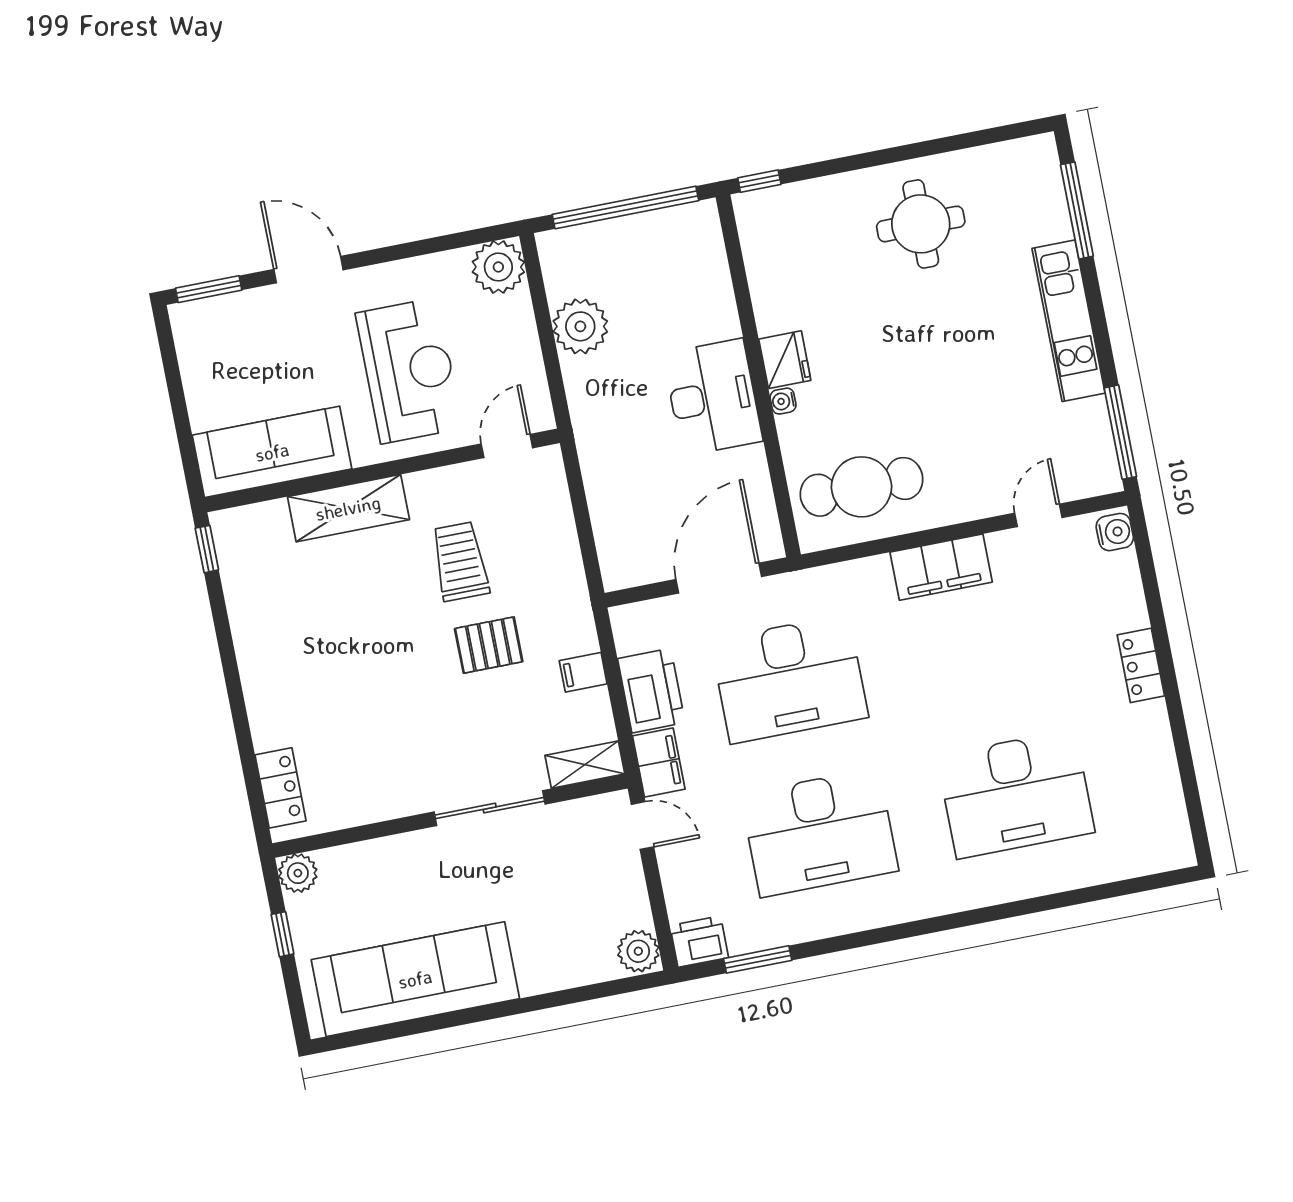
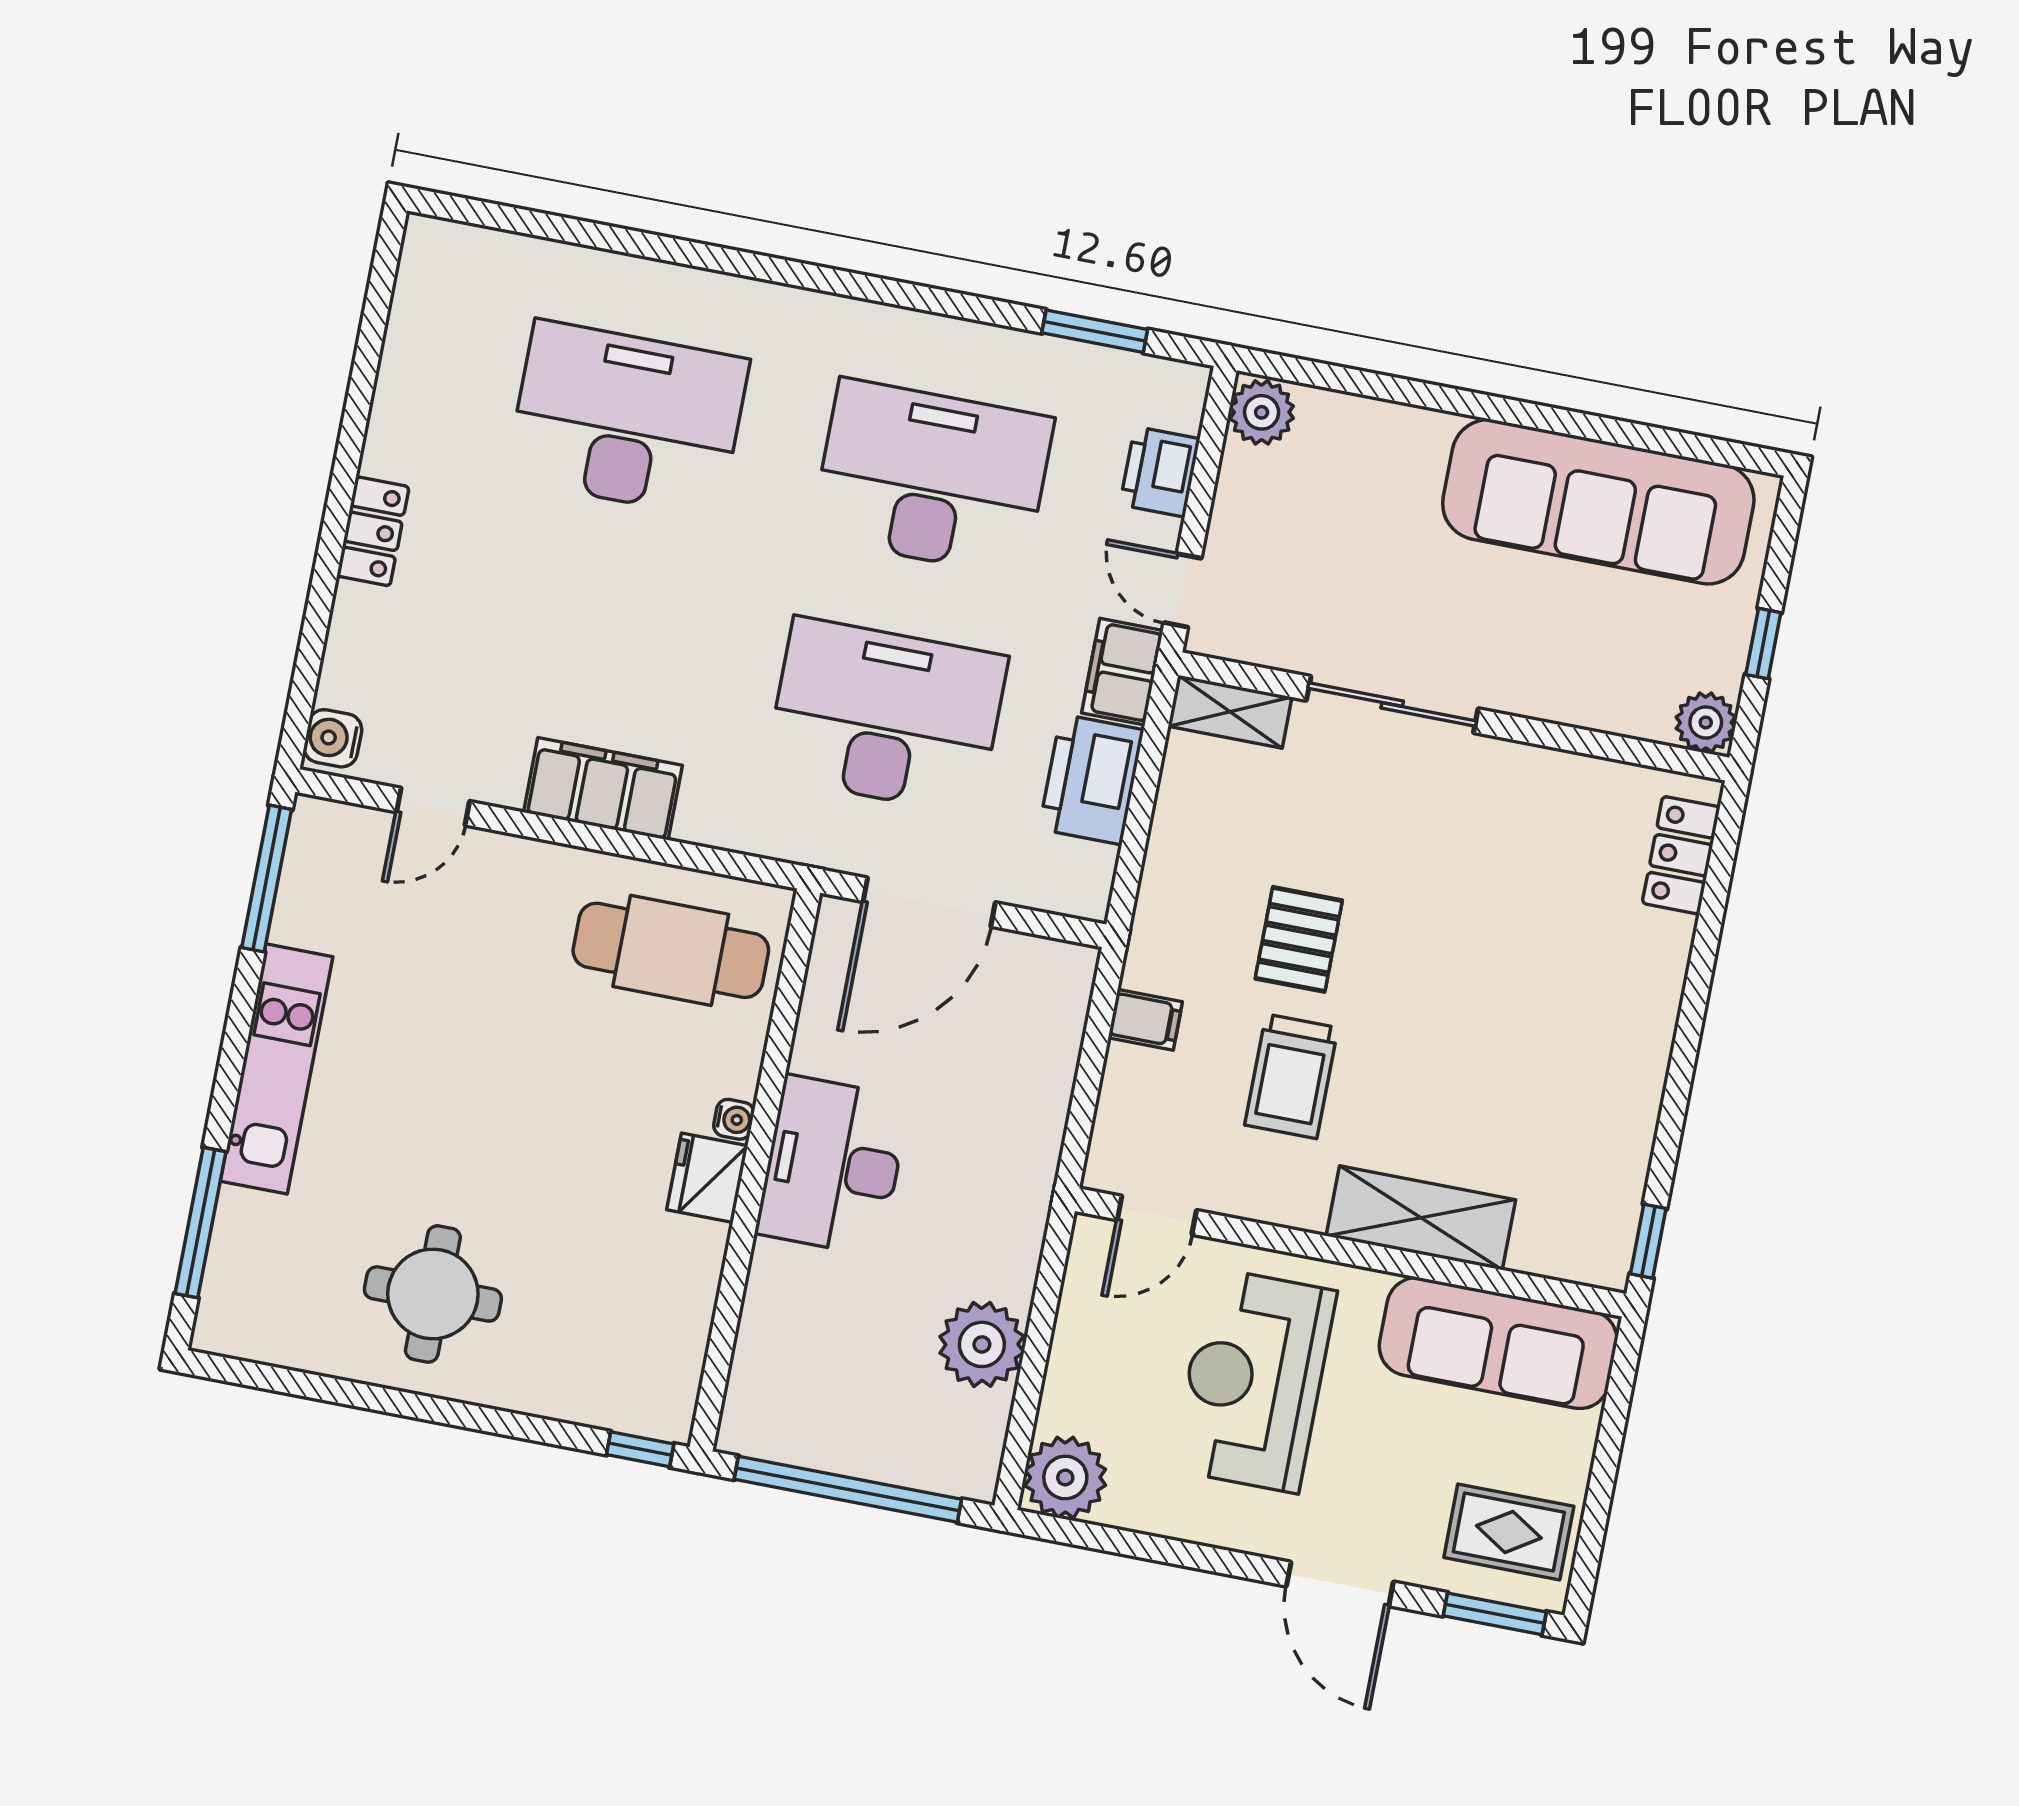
rug: (220, 342) -> (1509, 1532), added
pallet: (489, 645) -> (1299, 939), turned 90
filing cabinet: (583, 672) -> (1145, 1020), moved
printer: (699, 942) -> (1160, 472), moved, turned 90

